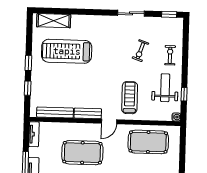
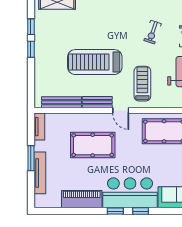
treadmill: (67, 51) -> (95, 62), moved
window: (28, 88) -> (31, 27), moved
door: (109, 122) -> (121, 110), hinge flipped

